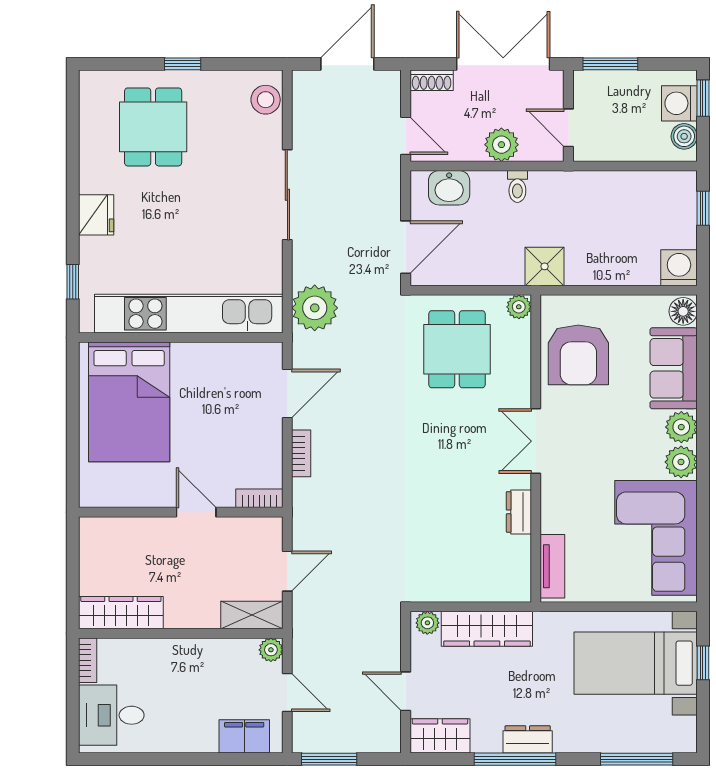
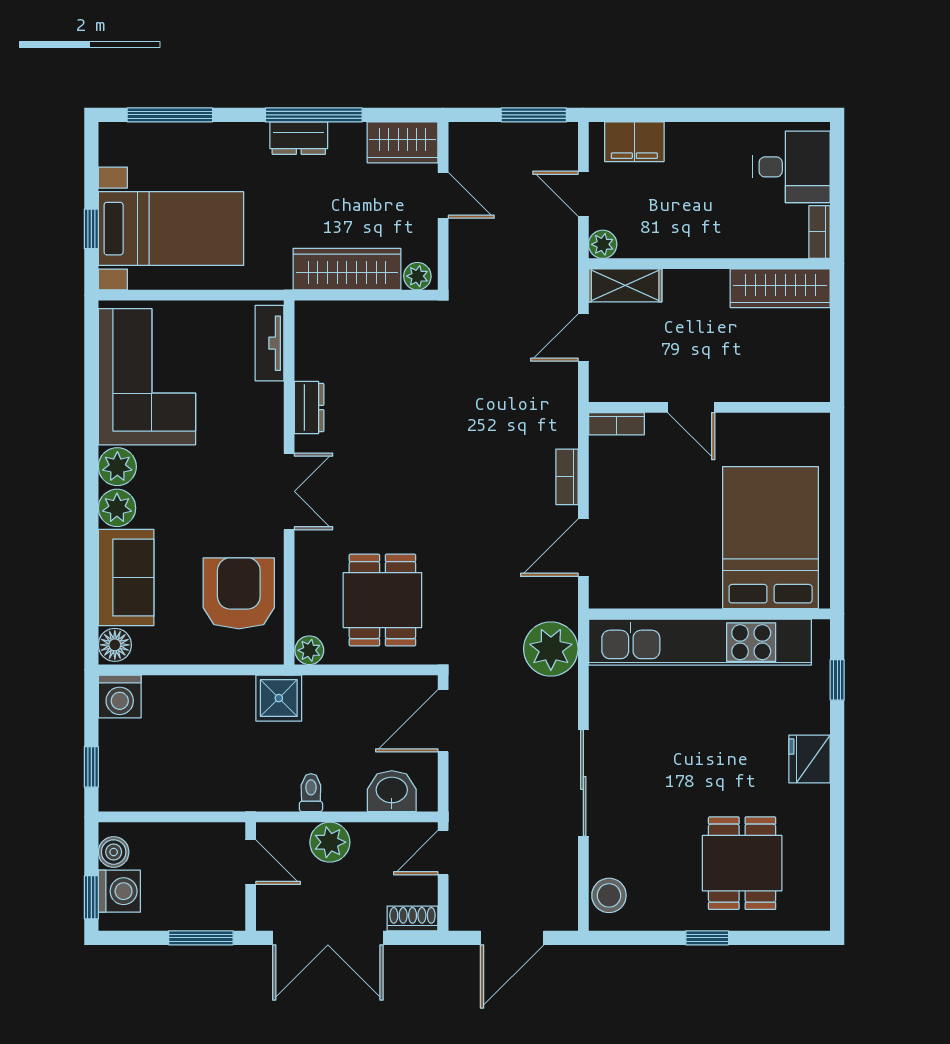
door: (406, 136) -> (443, 853), hinge flipped

